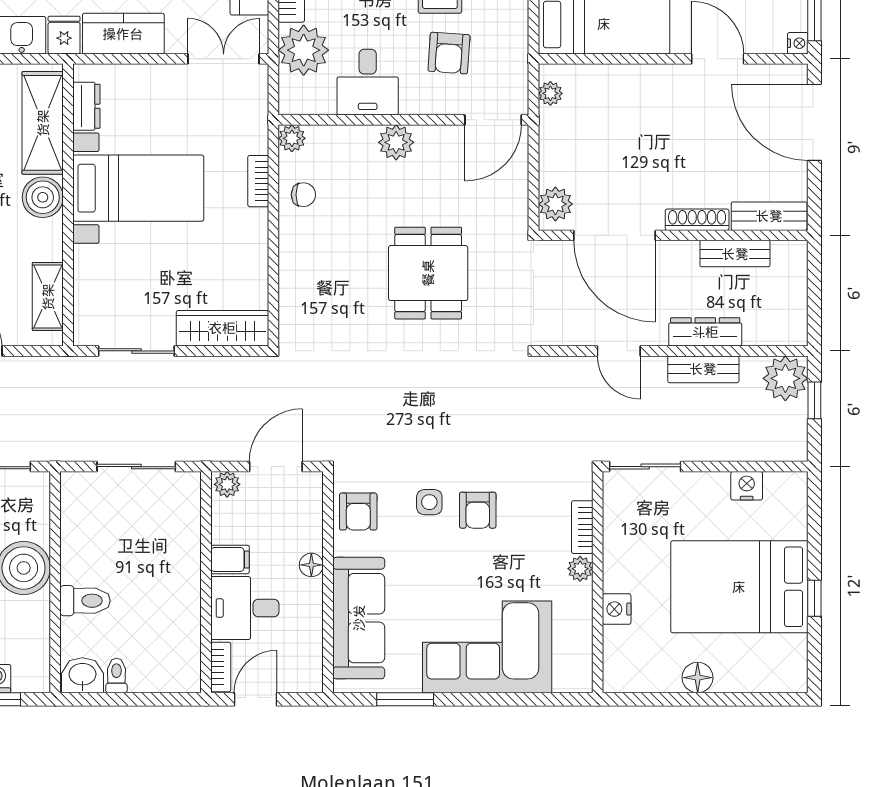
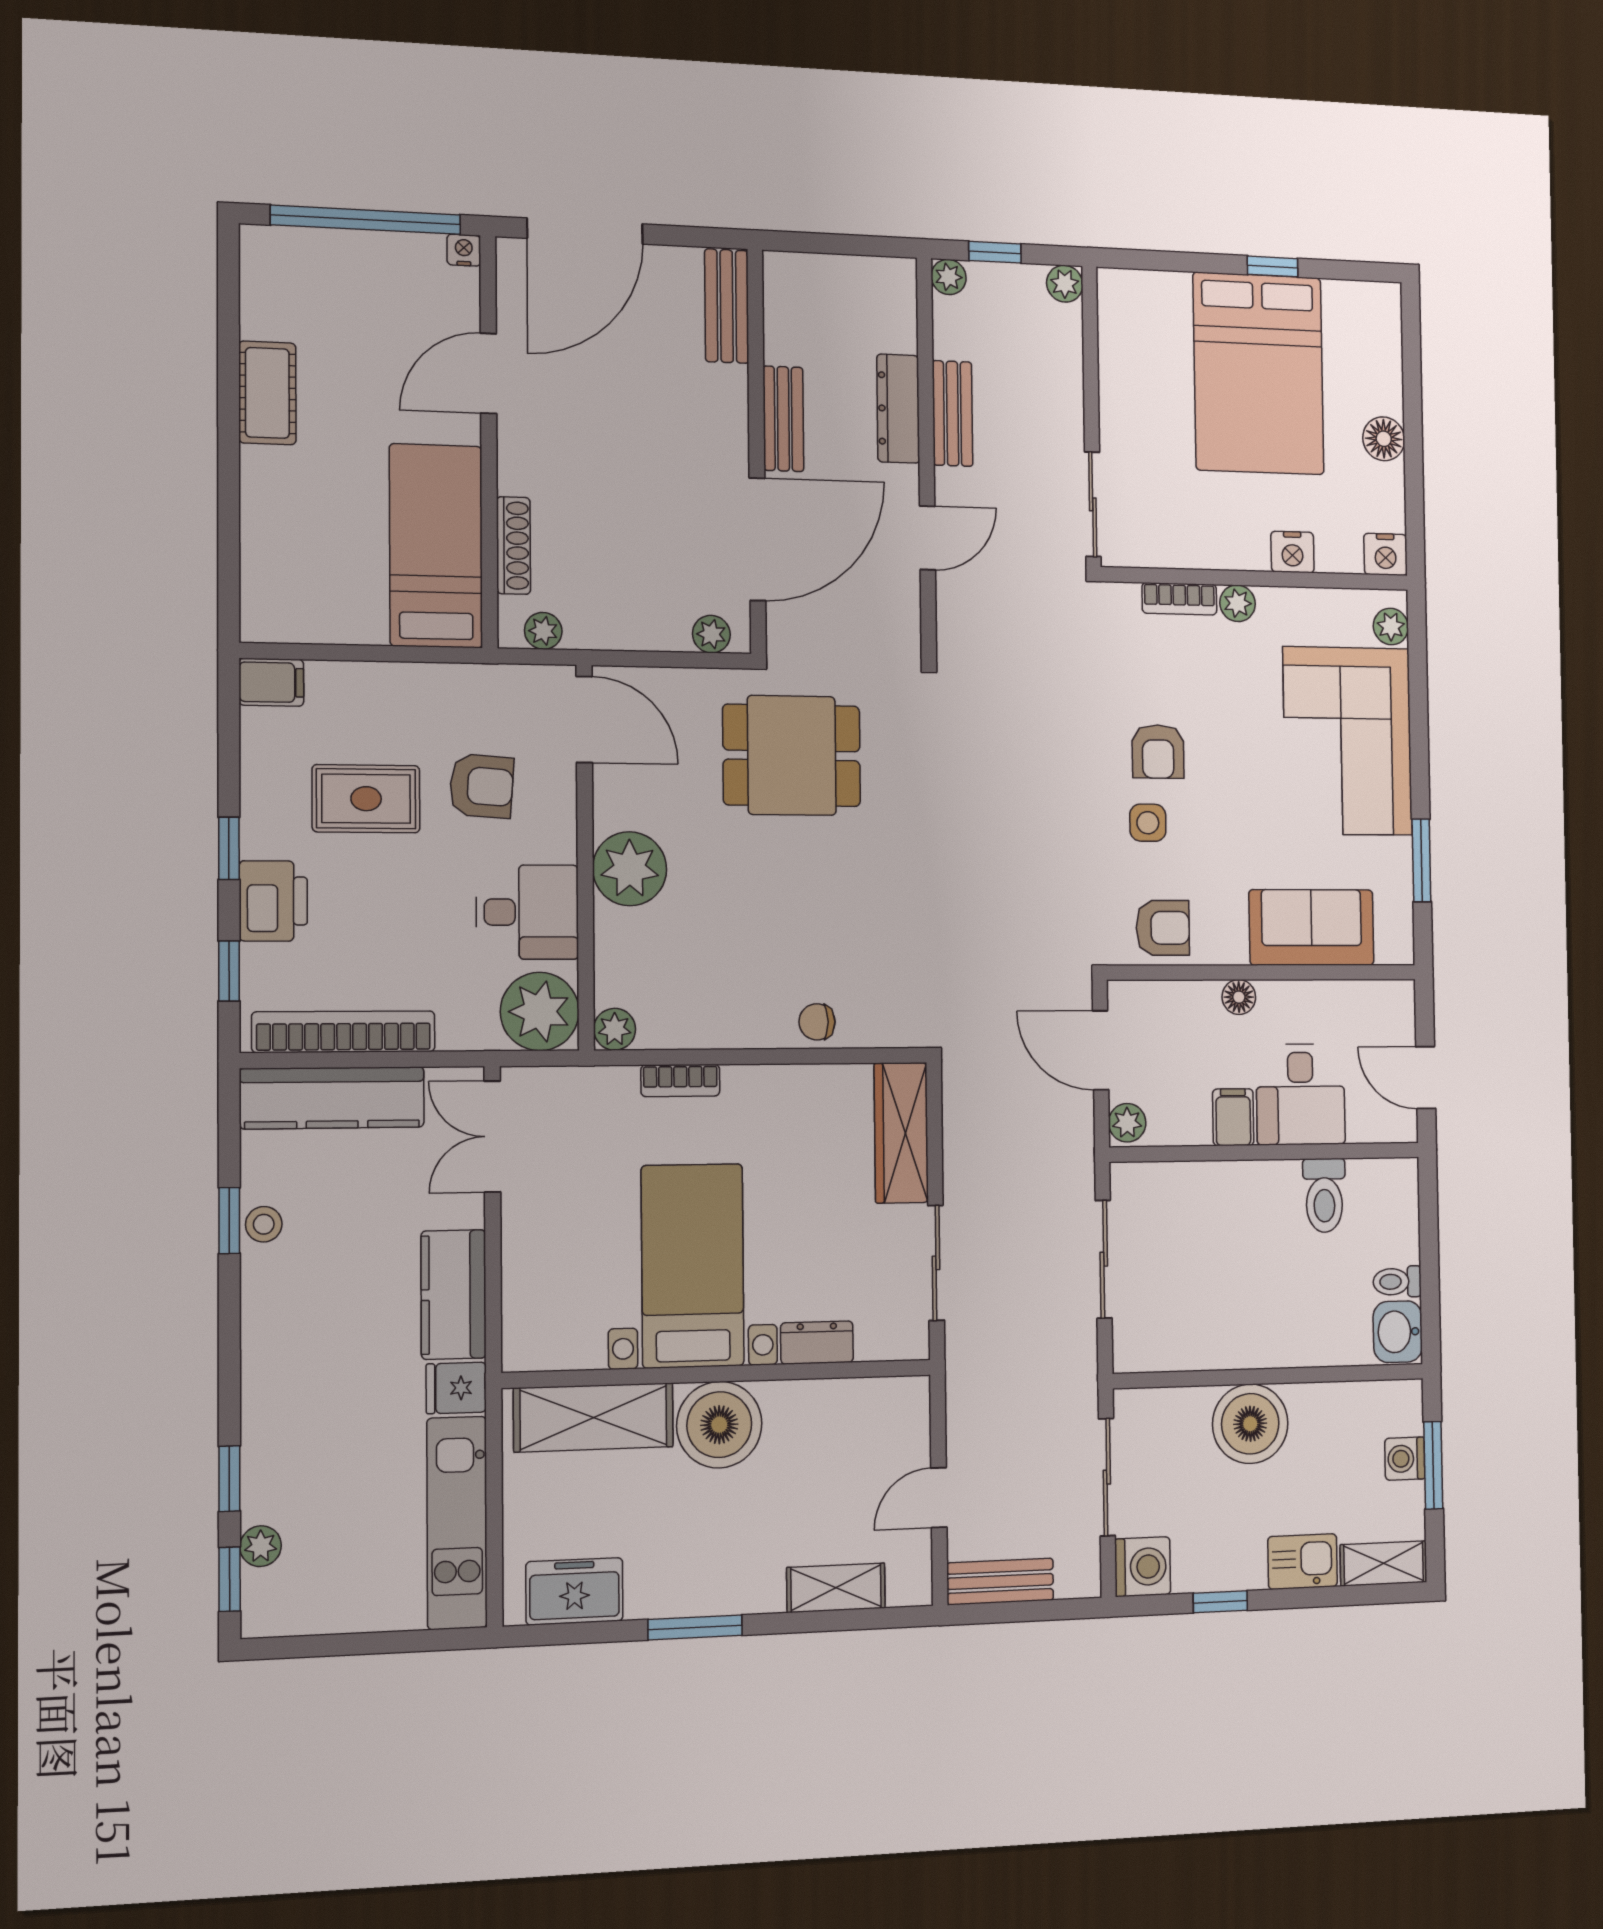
plant: (304, 50) -> (540, 1012), moved
dresser: (86, 106) -> (817, 1343), moved
plant: (396, 142) -> (630, 869), width x1.36, depth x1.36
chair: (303, 195) -> (817, 1022), moved, turned -90
boiler: (43, 197) -> (719, 1425), width x1.37, depth x1.37
plant: (555, 204) -> (711, 634), width x0.73, depth x0.73
shoe rack: (697, 220) -> (514, 546), moved, turned 180
bench: (735, 254) -> (783, 419), moved
dining table: (428, 273) -> (792, 755), moved
shelving: (48, 297) -> (857, 1401), removed
plant: (785, 378) -> (949, 277), width x0.53, depth x0.53
plant: (795, 449) -> (1065, 284), added
nightstand: (747, 486) -> (1386, 554), moved, turned -90
armchair: (478, 510) -> (1158, 752), turned 90
toilet: (85, 601) -> (1324, 1195), moved, turned 180
sofa: (359, 618) -> (1312, 927), width x0.73
bookcase: (221, 667) -> (1383, 1129), removed
plant: (567, 680) -> (1391, 627), added

